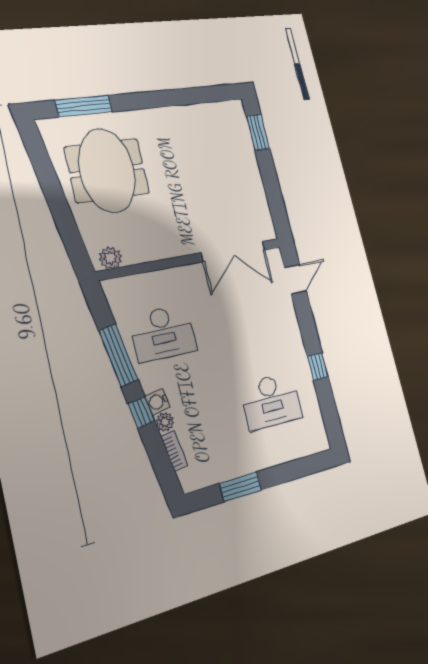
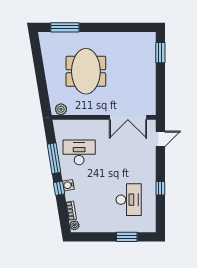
meeting table: (107, 170) -> (86, 71), moved
desk: (163, 333) -> (79, 152), turned 180
desk: (271, 401) -> (129, 200), turned -90
plant: (165, 422) -> (74, 225), moved
window: (241, 487) -> (127, 237), moved

